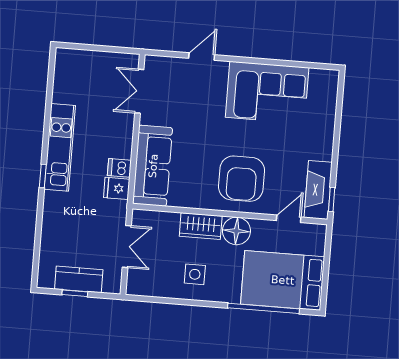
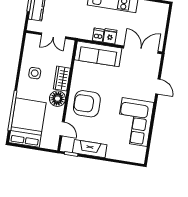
double door: (139, 91) -> (141, 50), width x1.37
fridge: (117, 188) -> (110, 36), moved
fireplace: (318, 190) -> (90, 149), moved

